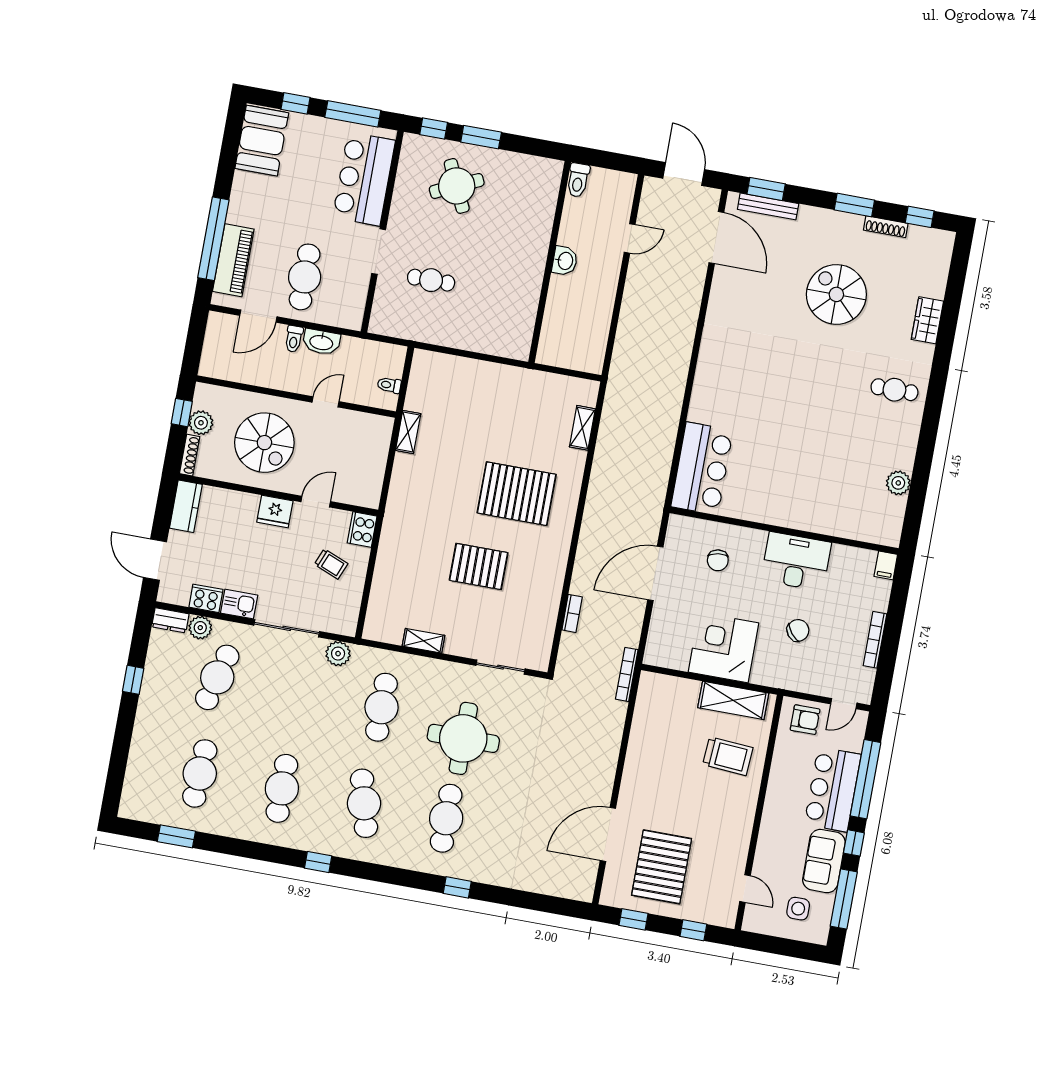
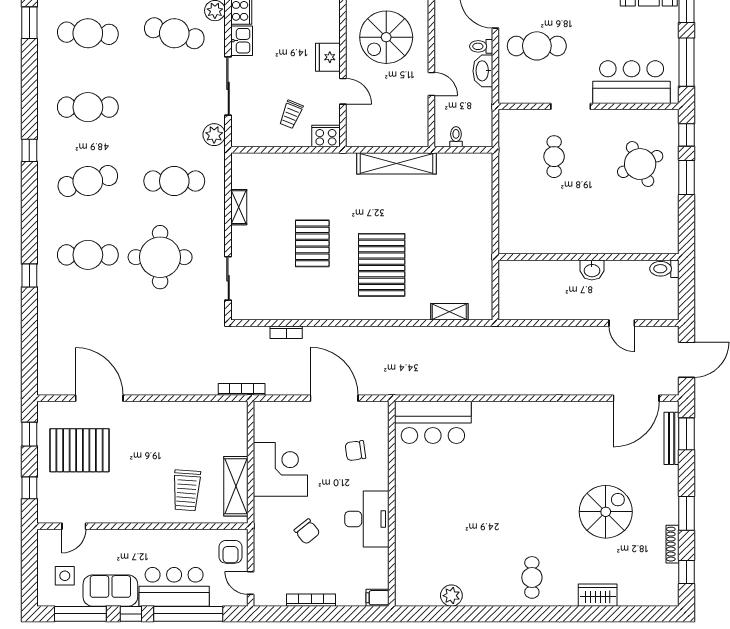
shelving: (408, 432) -> (397, 163), width x2.20, depth x1.33

